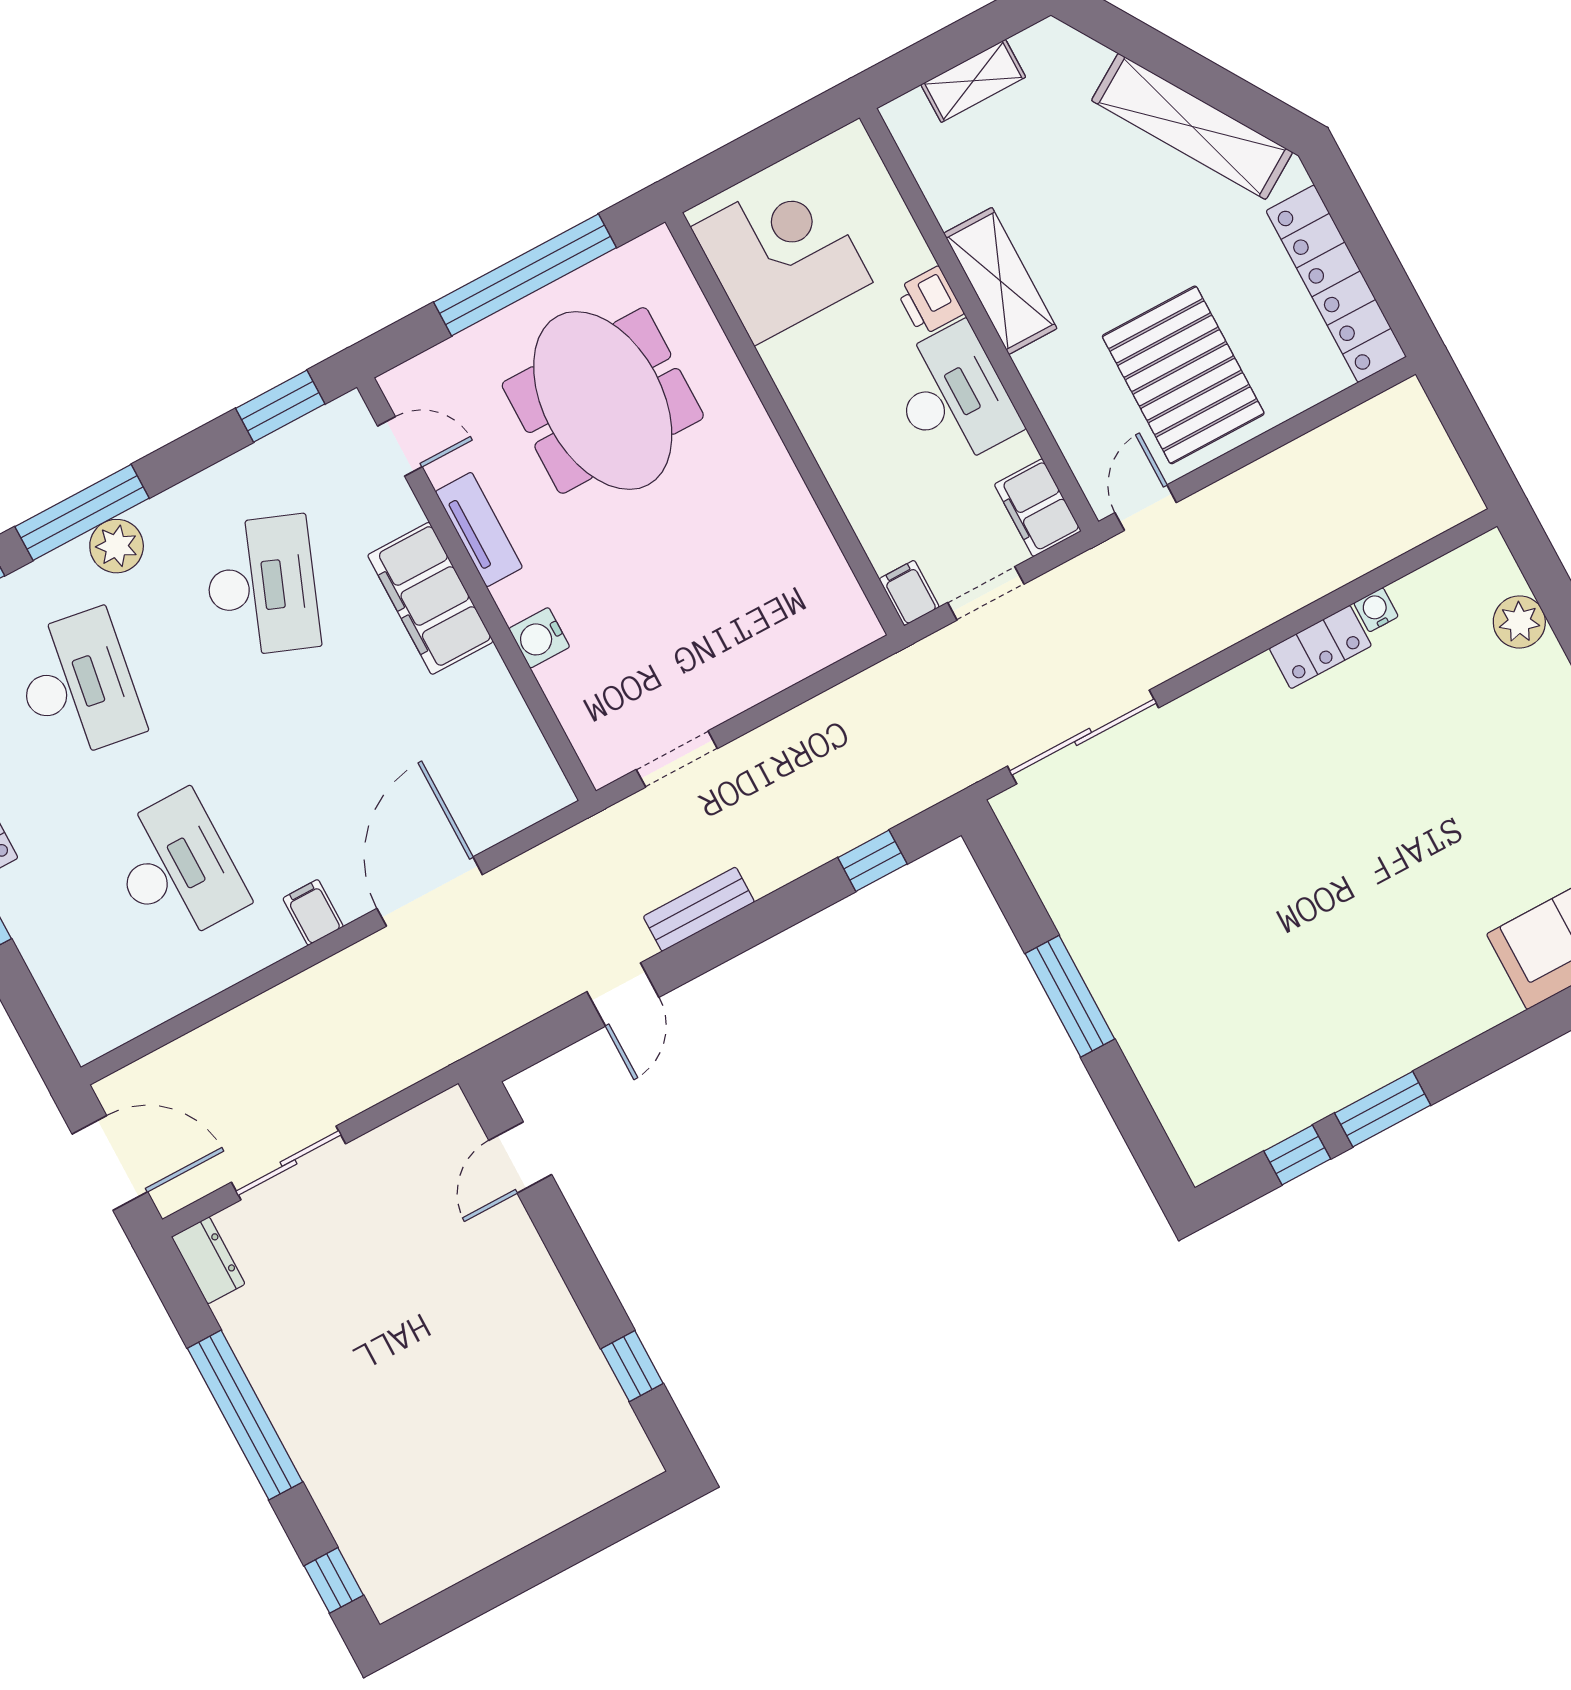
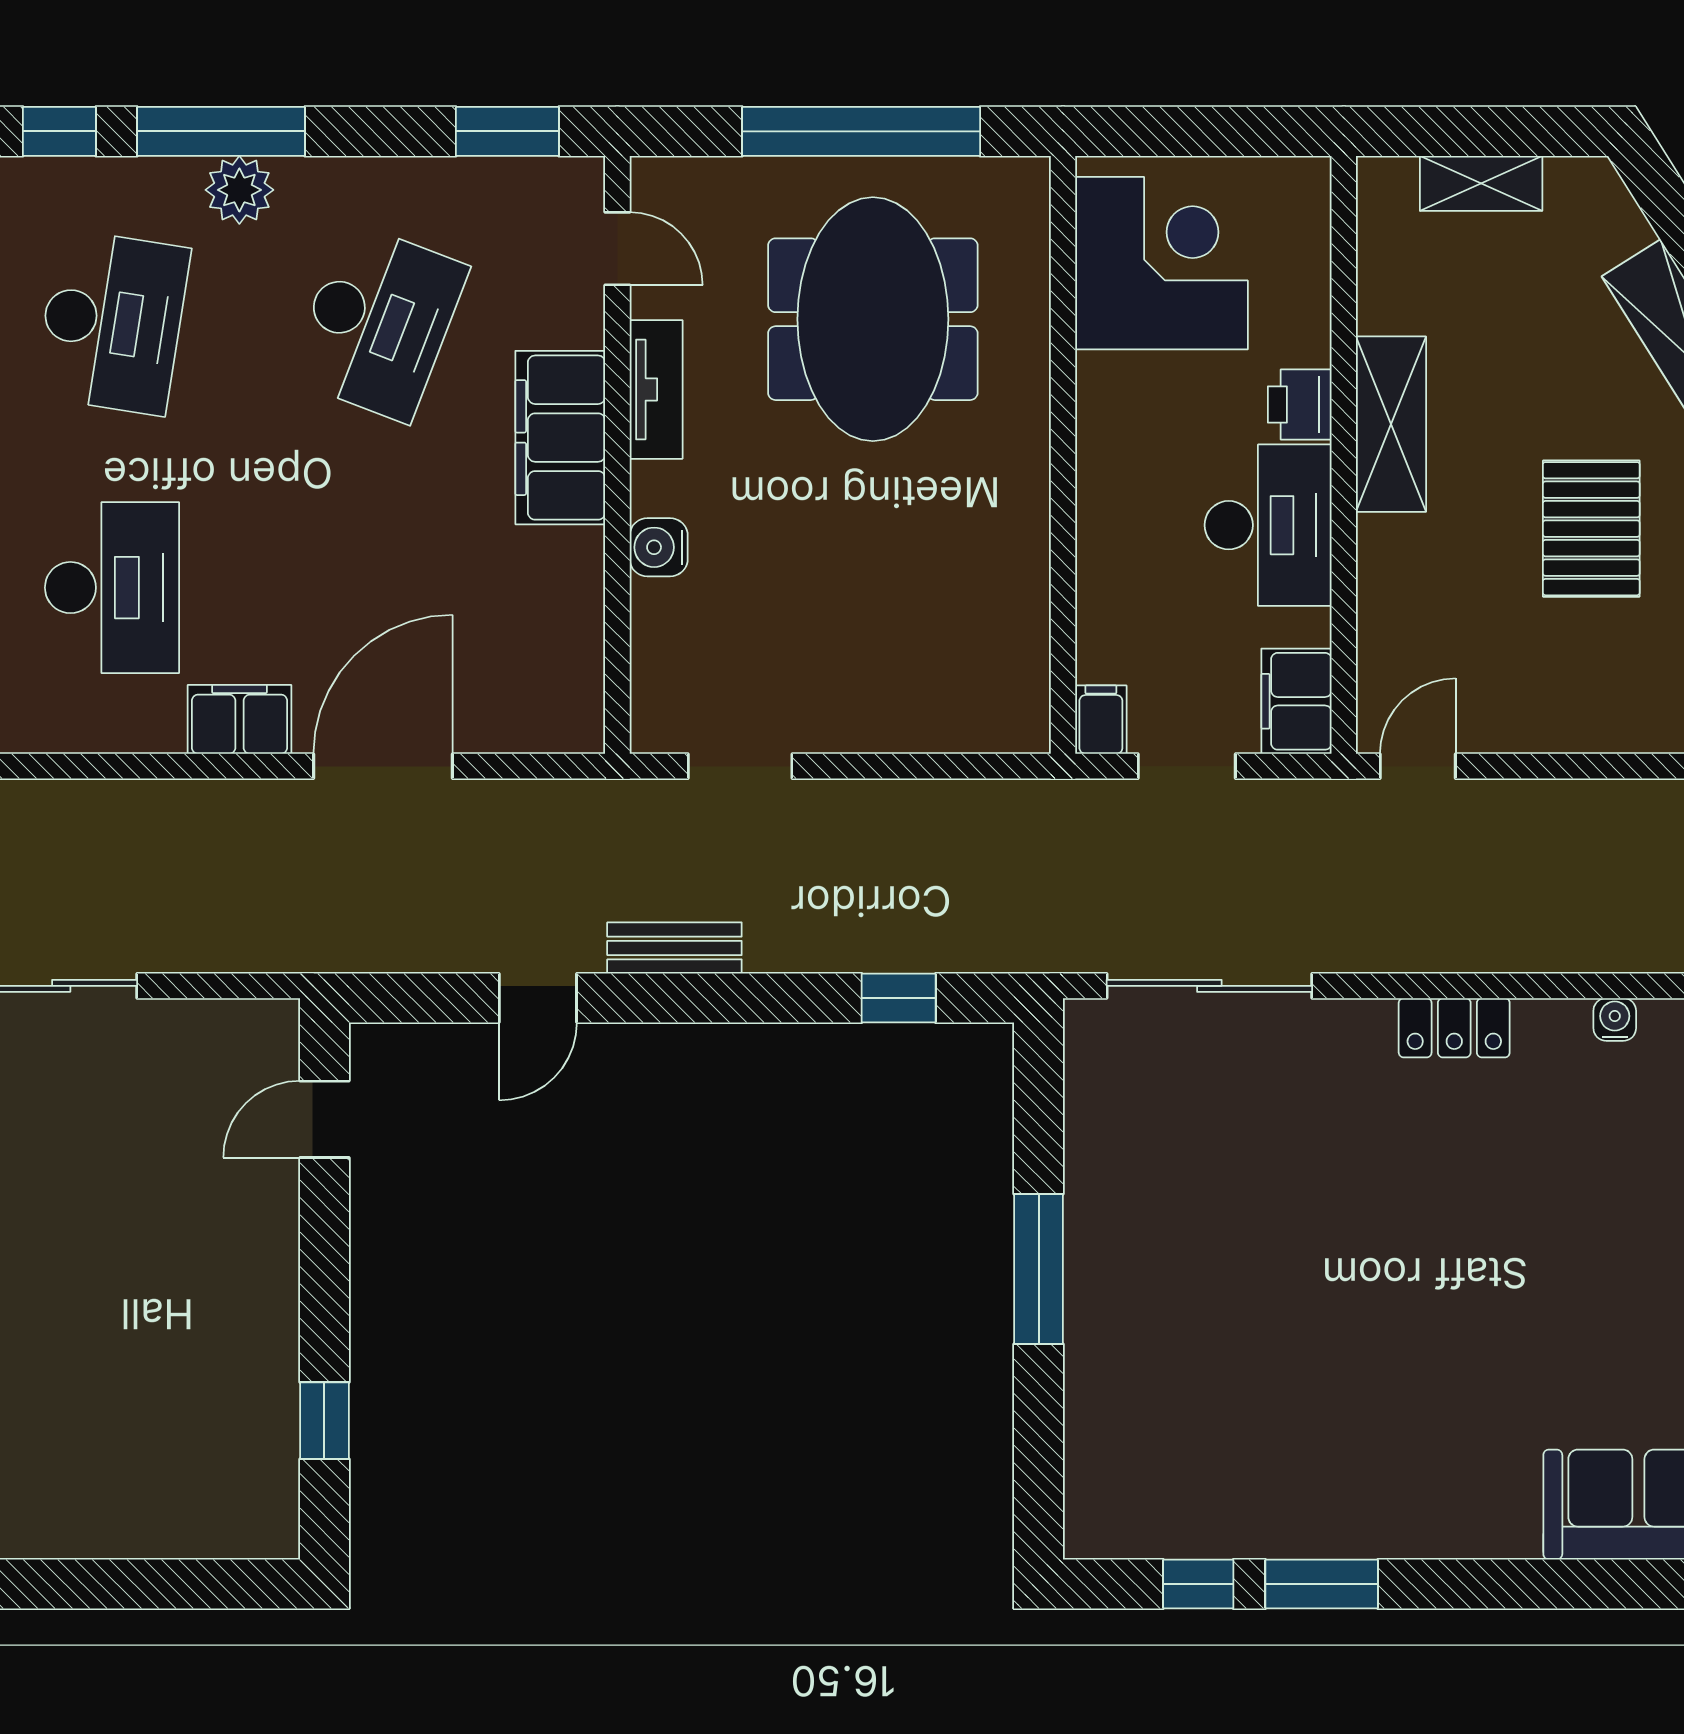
pallet: (1183, 375) -> (1591, 529), moved, width x0.73, depth x0.71
locker: (1320, 647) -> (1454, 1028), moved
filing cabinet: (313, 912) -> (240, 719), width x2.00

